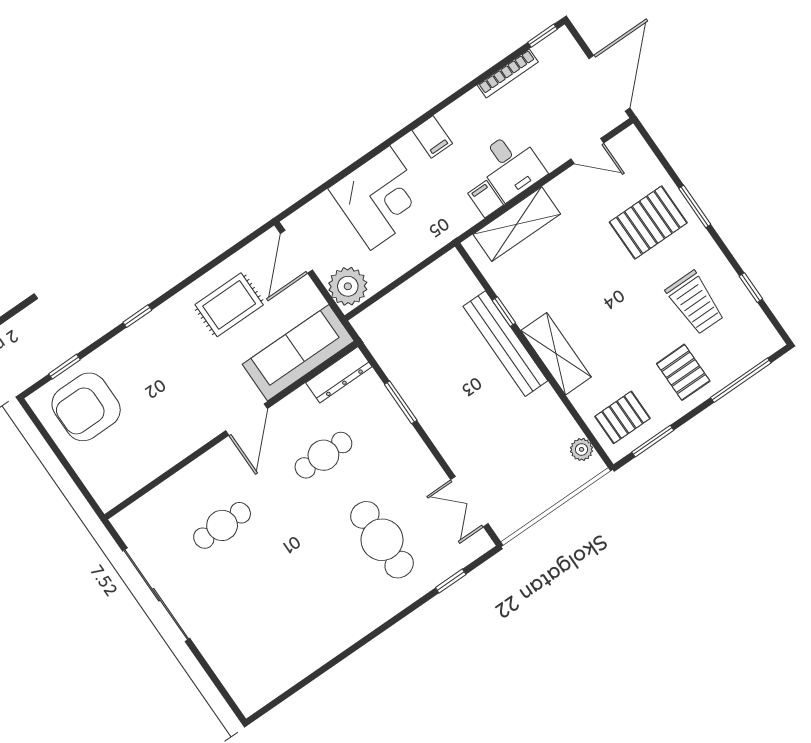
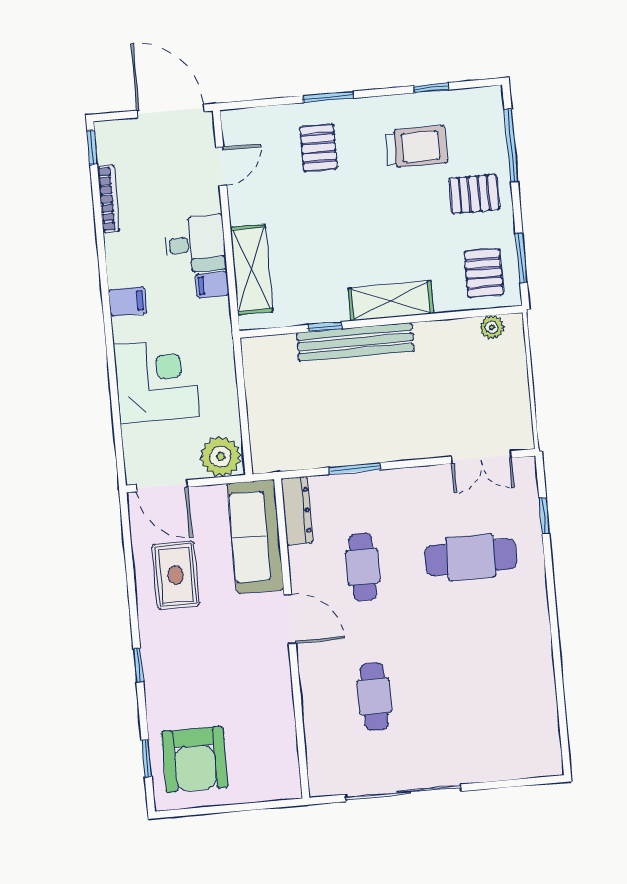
pallet: (648, 222) -> (318, 148), width x0.67, depth x0.71

